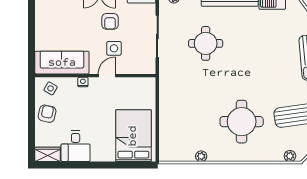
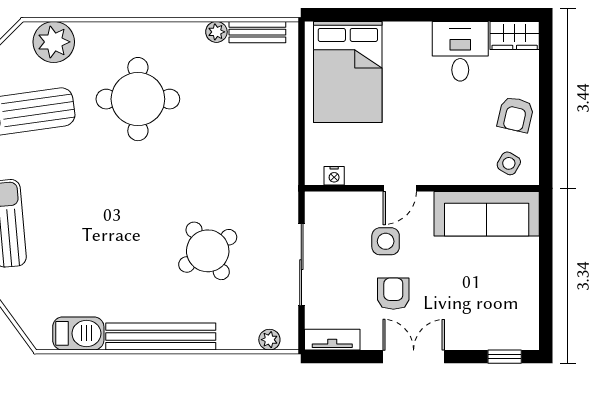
round table: (206, 43) -> (208, 251), turned -33
nightstand: (83, 82) -> (334, 176), moved
bench: (180, 156) -> (257, 32), added
plant: (290, 156) -> (54, 42), width x1.88, depth x1.88

